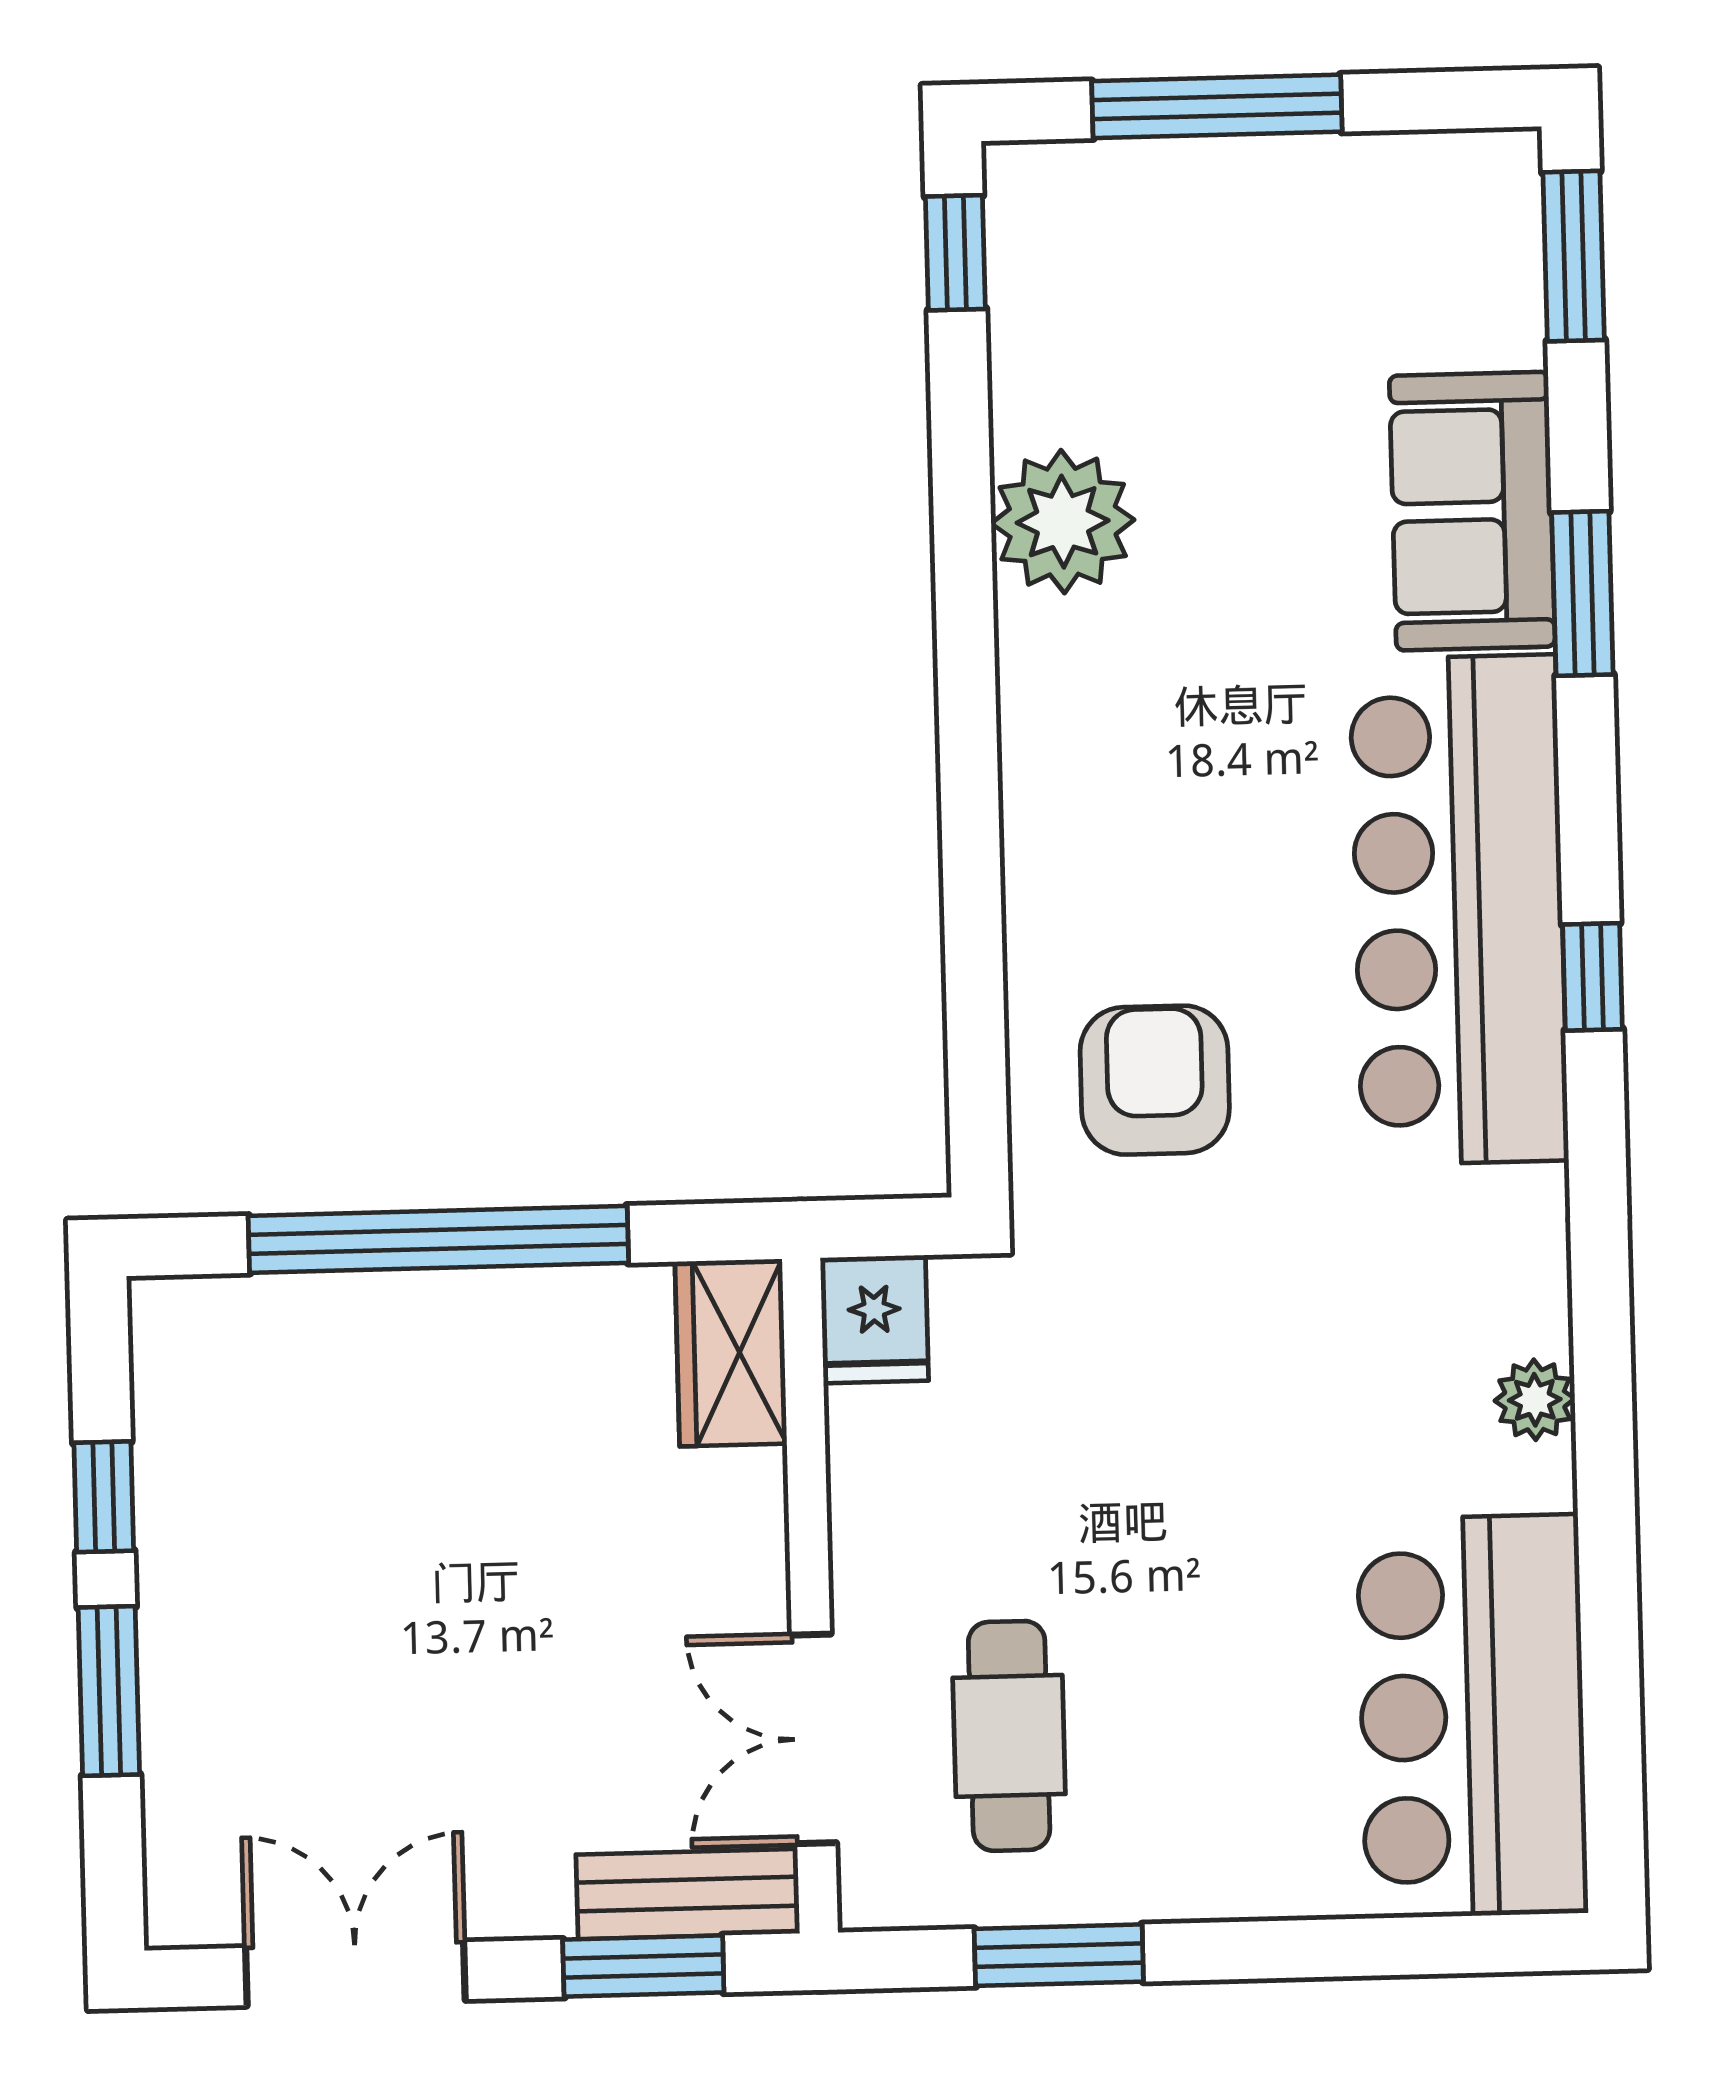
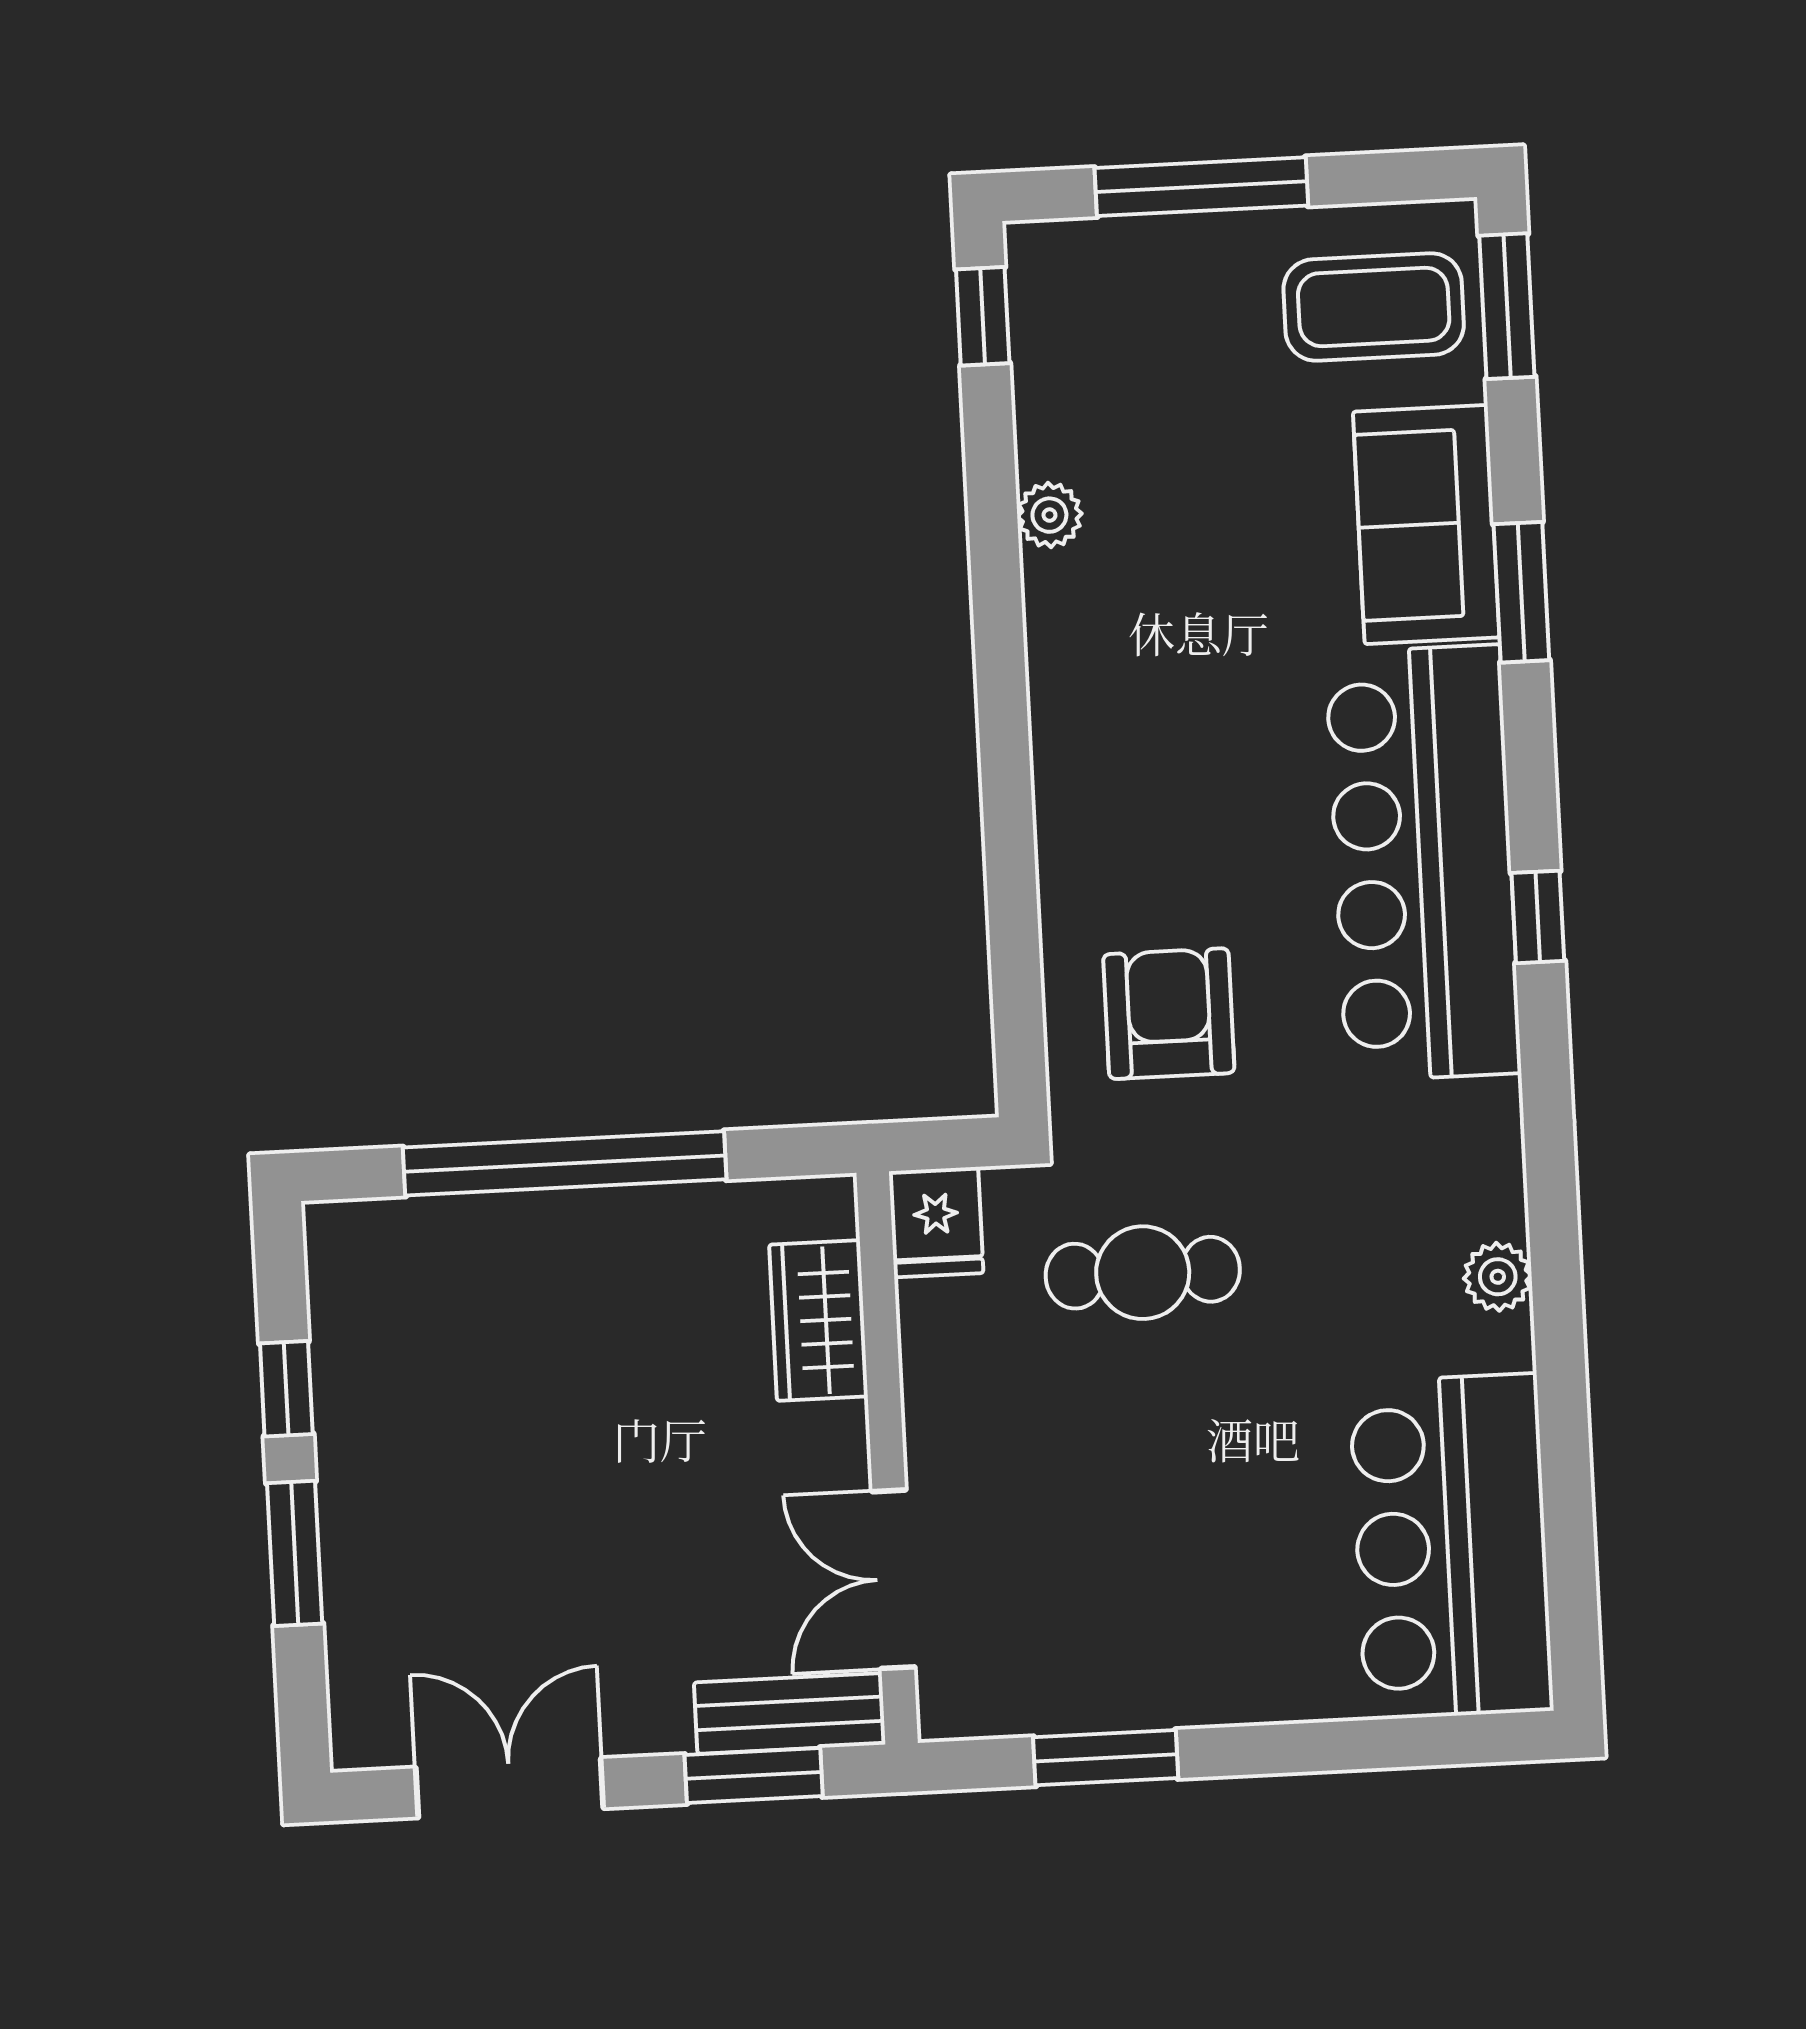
coffee table: (1416, 253) -> (1374, 307), added
plant: (1063, 522) -> (1049, 515), width x0.53, depth x0.53
wardrobe: (731, 1353) -> (819, 1321), moved
cafe table: (1009, 1736) -> (1143, 1273), moved, turned 90

